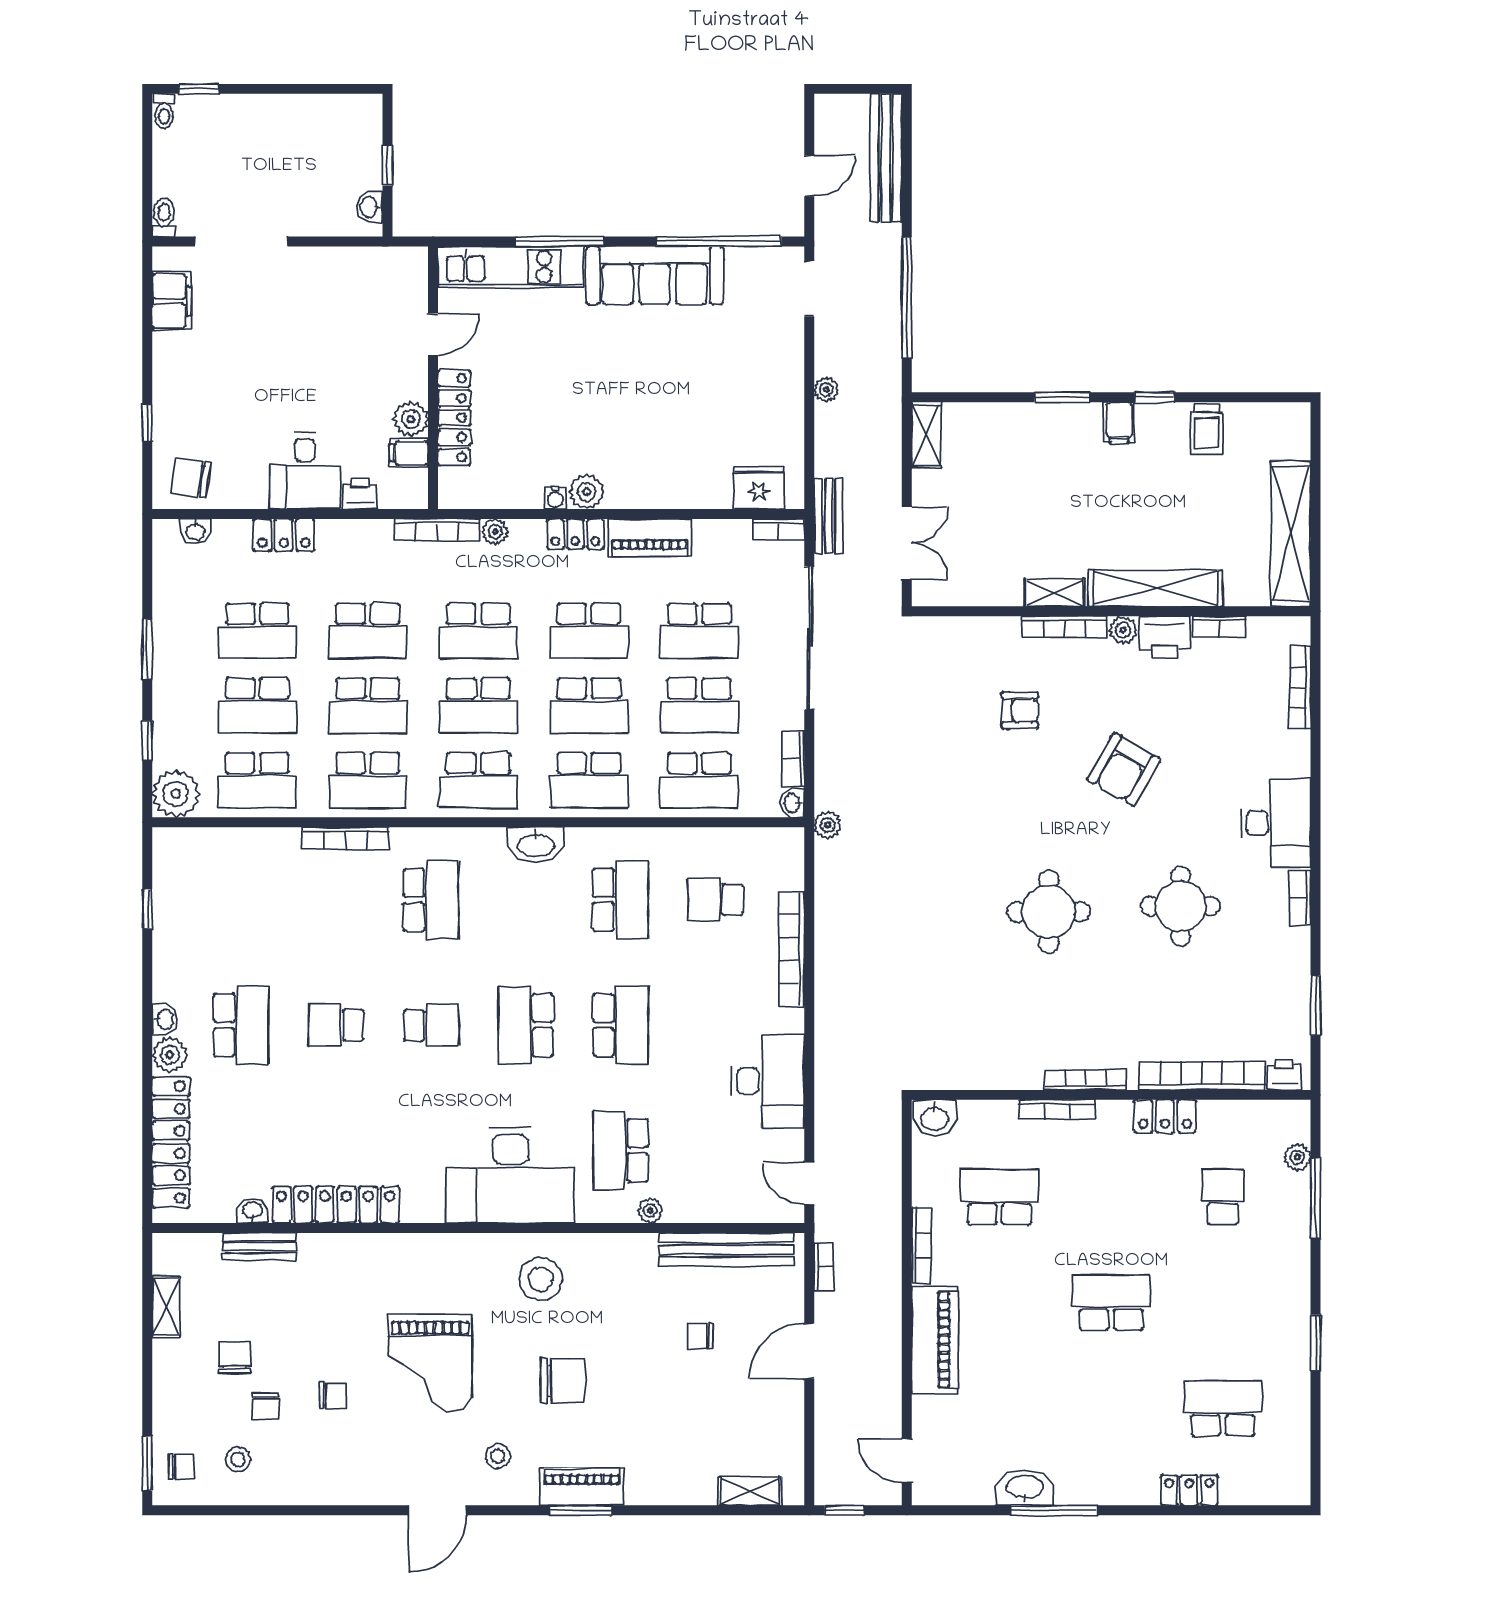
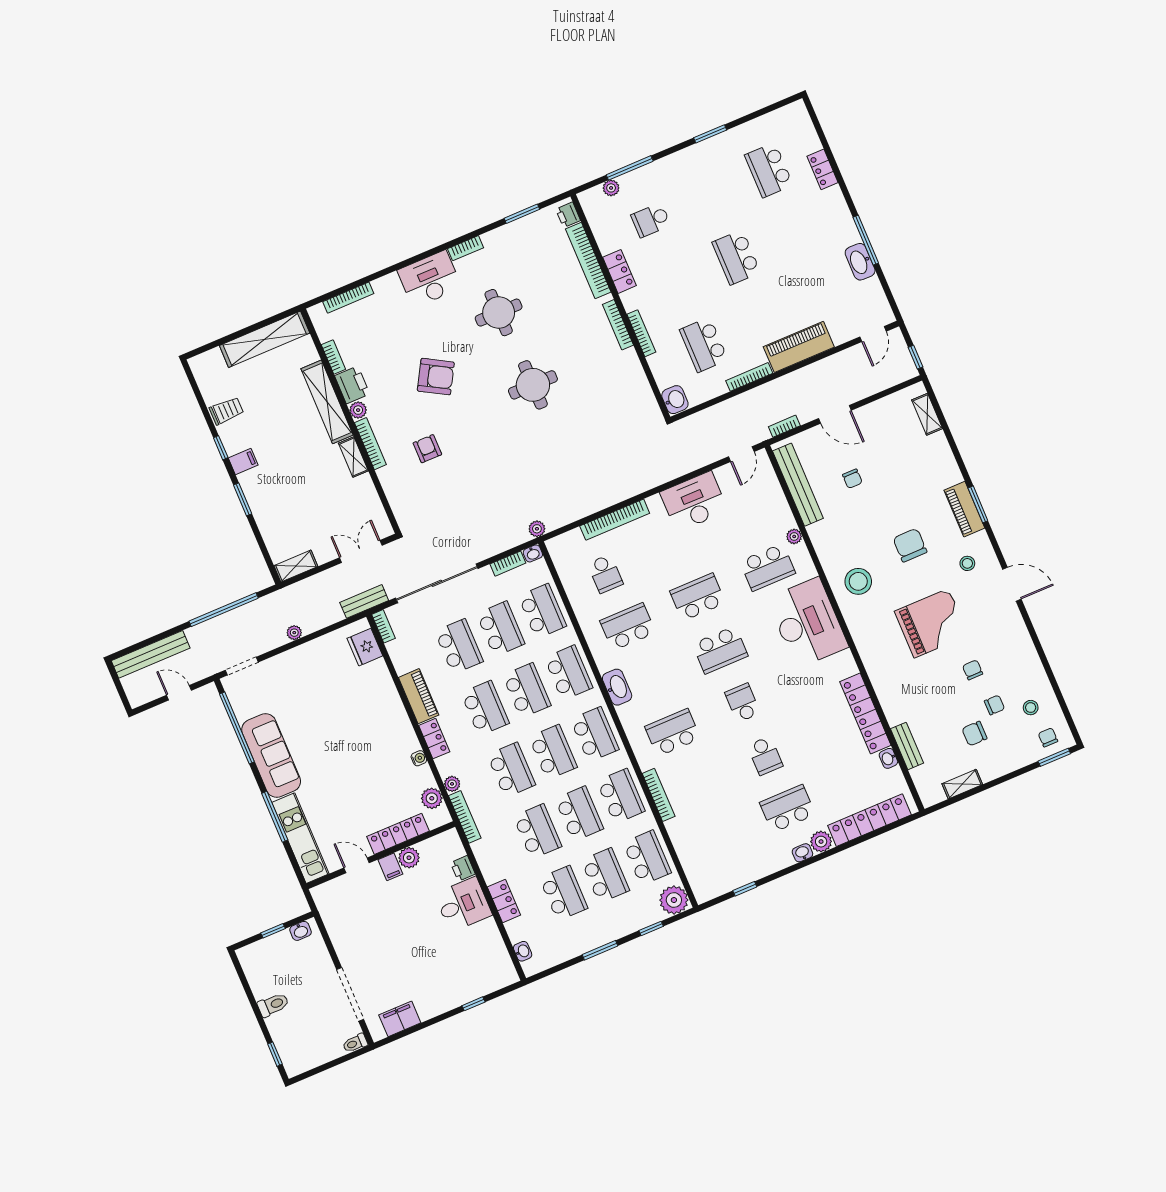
toilet: (164, 111) -> (273, 1005), moved, width x1.37, depth x1.39
filing cabinet: (409, 453) -> (390, 867), moved
chair: (191, 478) -> (494, 967), removed
plant: (587, 492) -> (432, 798), moved

